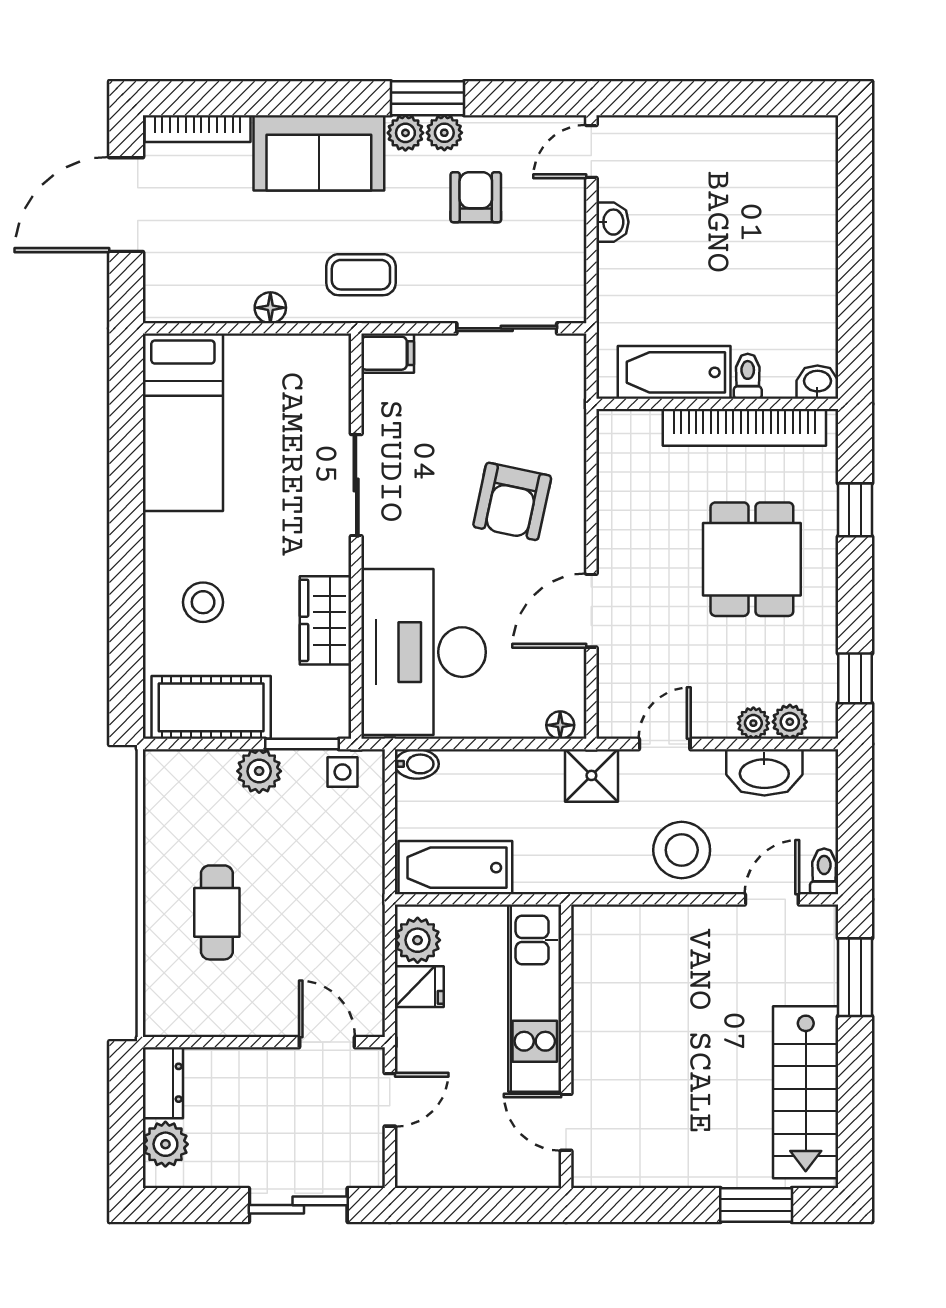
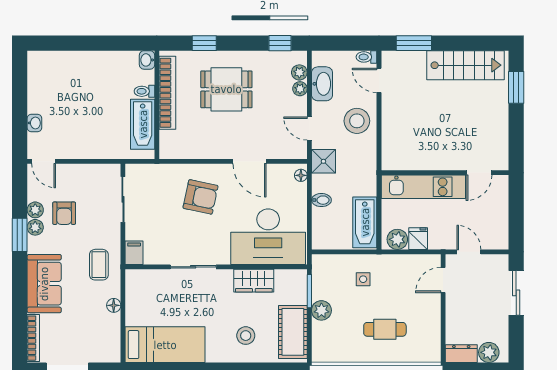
plant: (405, 133) -> (35, 210), moved
armchair: (476, 197) -> (64, 213), turned -90
washbasin: (612, 222) -> (34, 123), moved, turned 90
bidet: (417, 764) -> (321, 200), moved, turned 90
side table: (342, 772) -> (363, 279), moved

